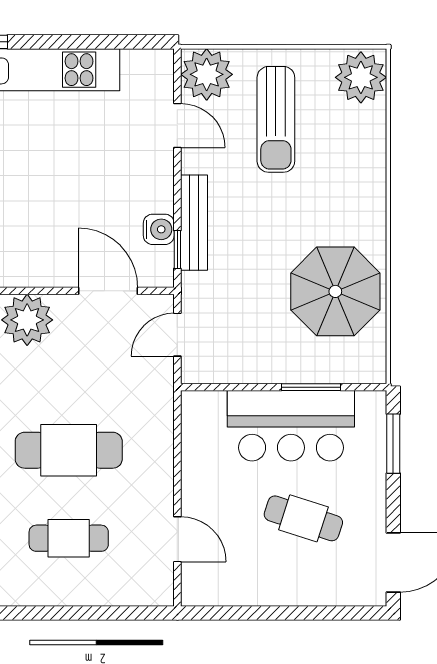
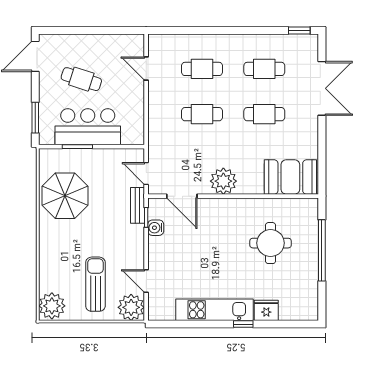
bench: (194, 223) -> (138, 205), moved, width x0.73
door: (177, 335) -> (146, 174), swing flipped
cafe table: (69, 450) -> (202, 114), width x0.73, depth x0.74

